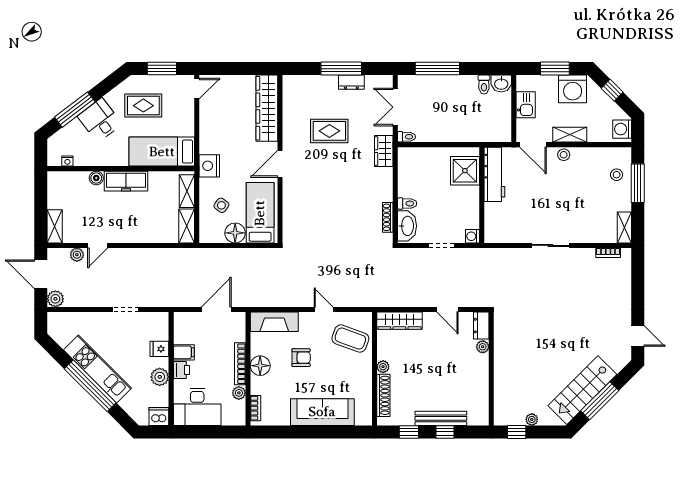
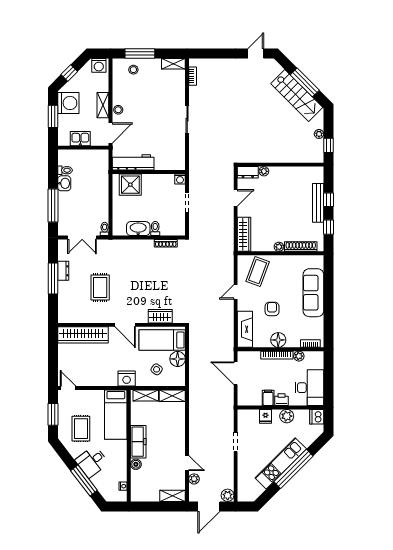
washbasin: (501, 84) -> (64, 183), moved
wardrobe: (384, 151) -> (160, 316), moved, turned 180
washbasin: (407, 226) -> (138, 229), moved

